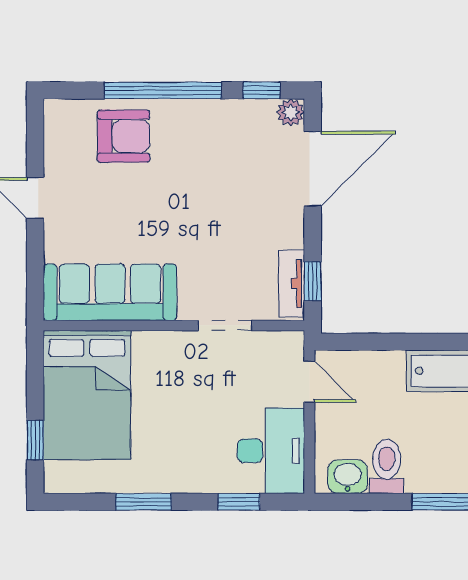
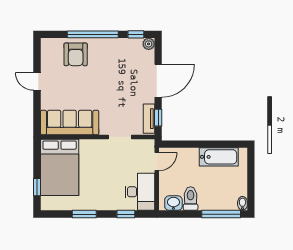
armchair: (124, 136) -> (76, 54), turned 90
door: (313, 169) -> (158, 81), moved
door: (309, 382) -> (157, 162), hinge flipped

